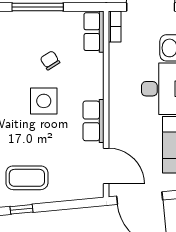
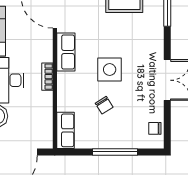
bookcase: (115, 27) -> (47, 77), moved

